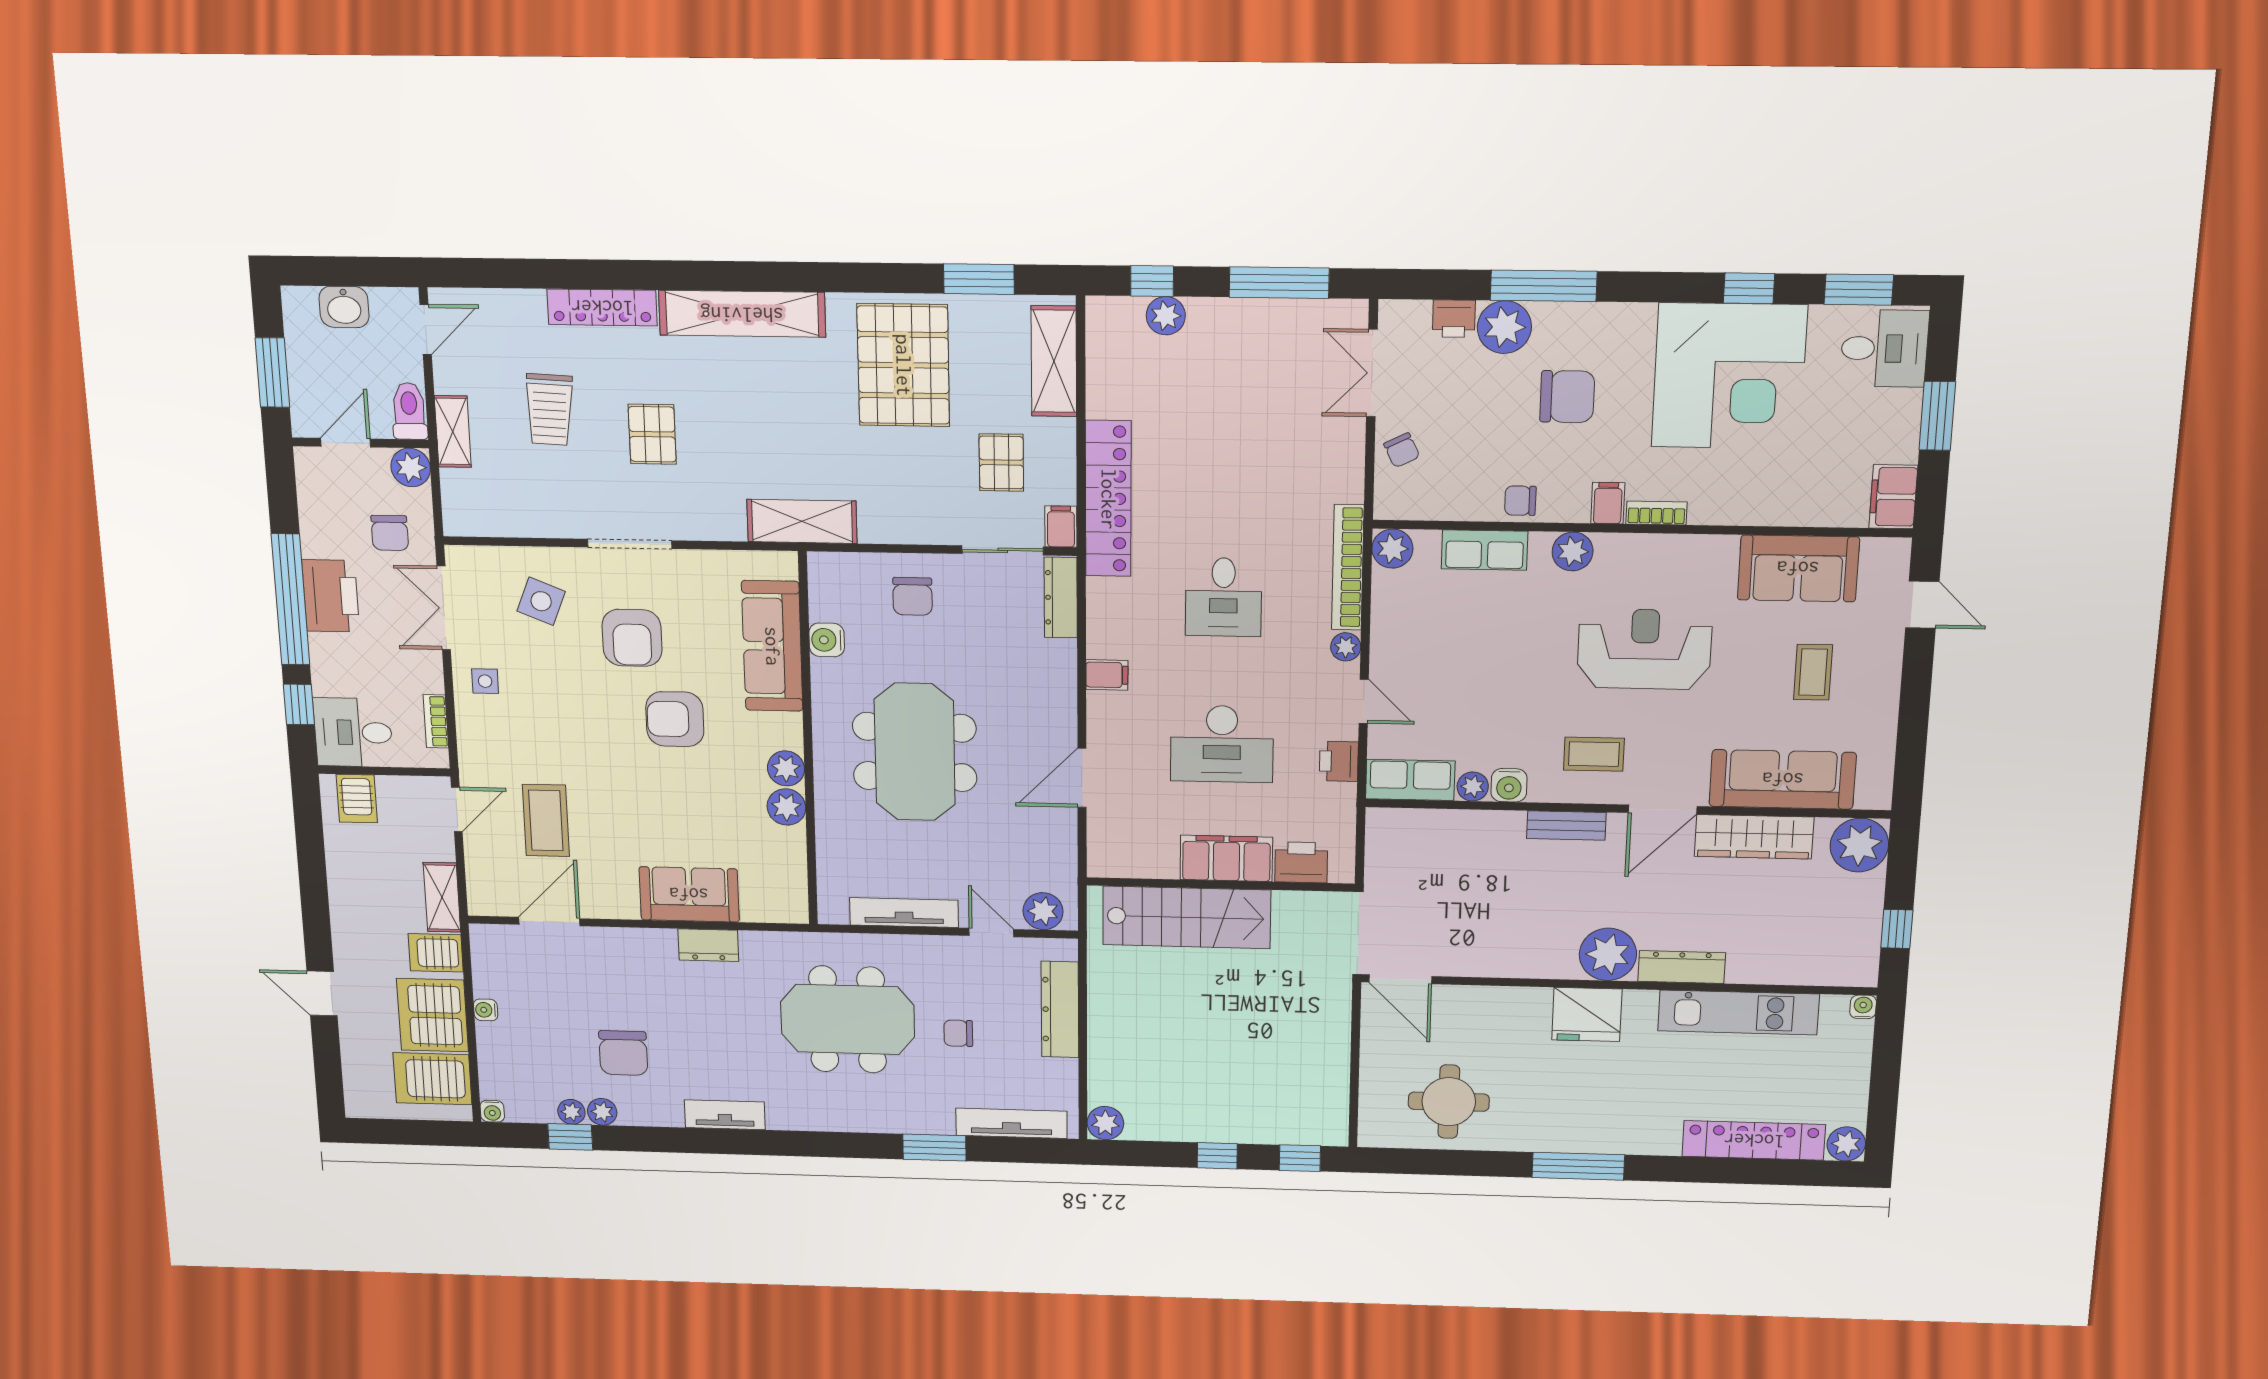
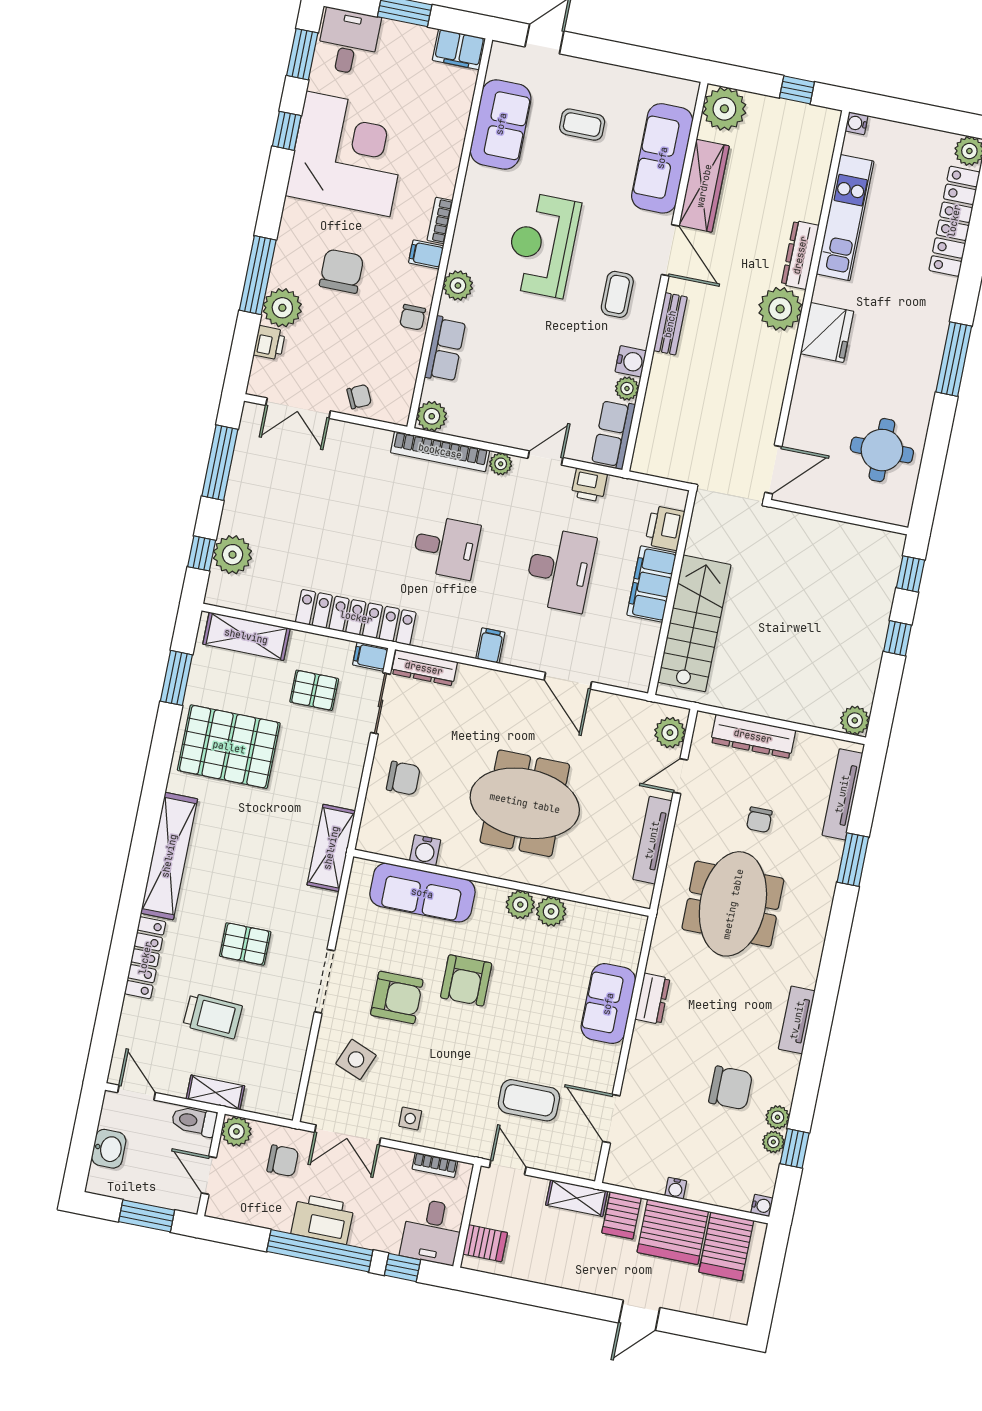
plant: (1166, 316) -> (233, 555), width x1.36, depth x1.36

